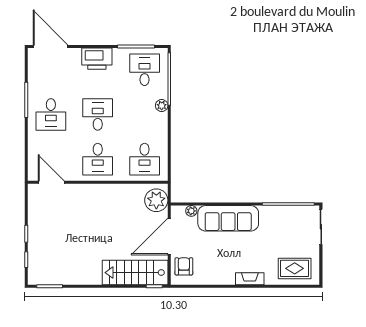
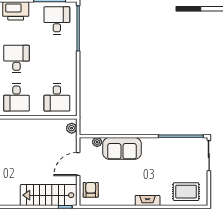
plant: (162, 105) -> (72, 51), removed
plant: (156, 200) -> (72, 128), width x0.53, depth x0.53
sofa: (228, 218) -> (122, 148), width x0.73
door: (169, 237) -> (78, 164), width x0.73

